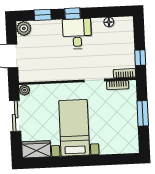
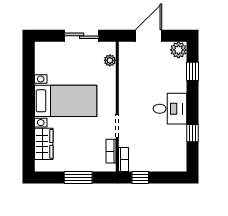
window: (72, 14) -> (193, 133), moved
floor lamp: (109, 22) -> (181, 145), removed
plant: (24, 90) -> (110, 60), moved
wardrobe: (36, 149) -> (44, 144), moved

